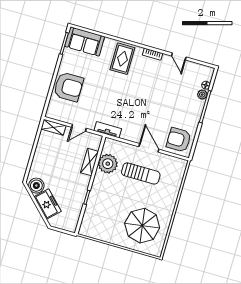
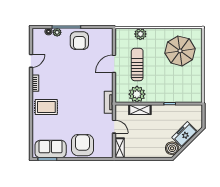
sofa: (85, 41) -> (51, 149), moved, turned -90
armchair: (179, 140) -> (79, 41), moved
plant: (174, 187) -> (140, 34), added

